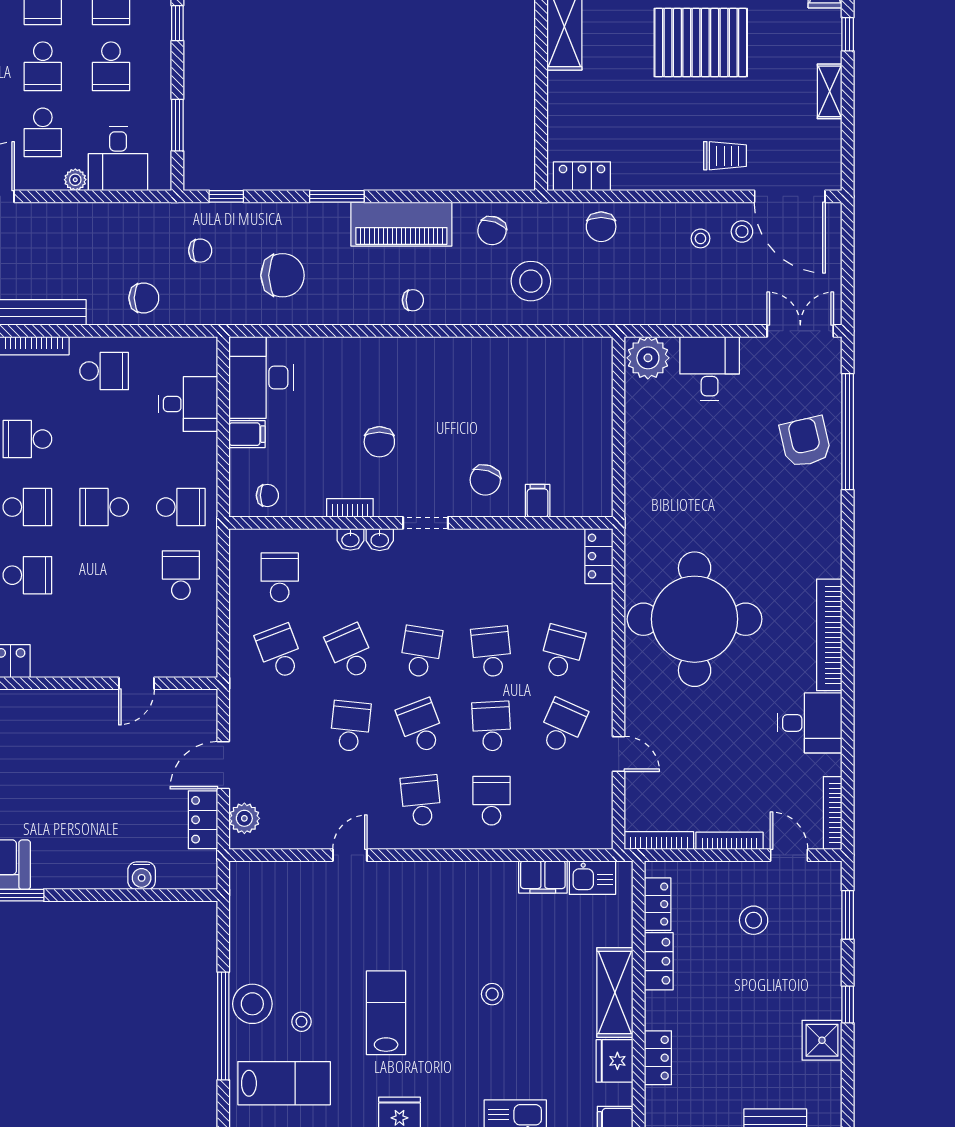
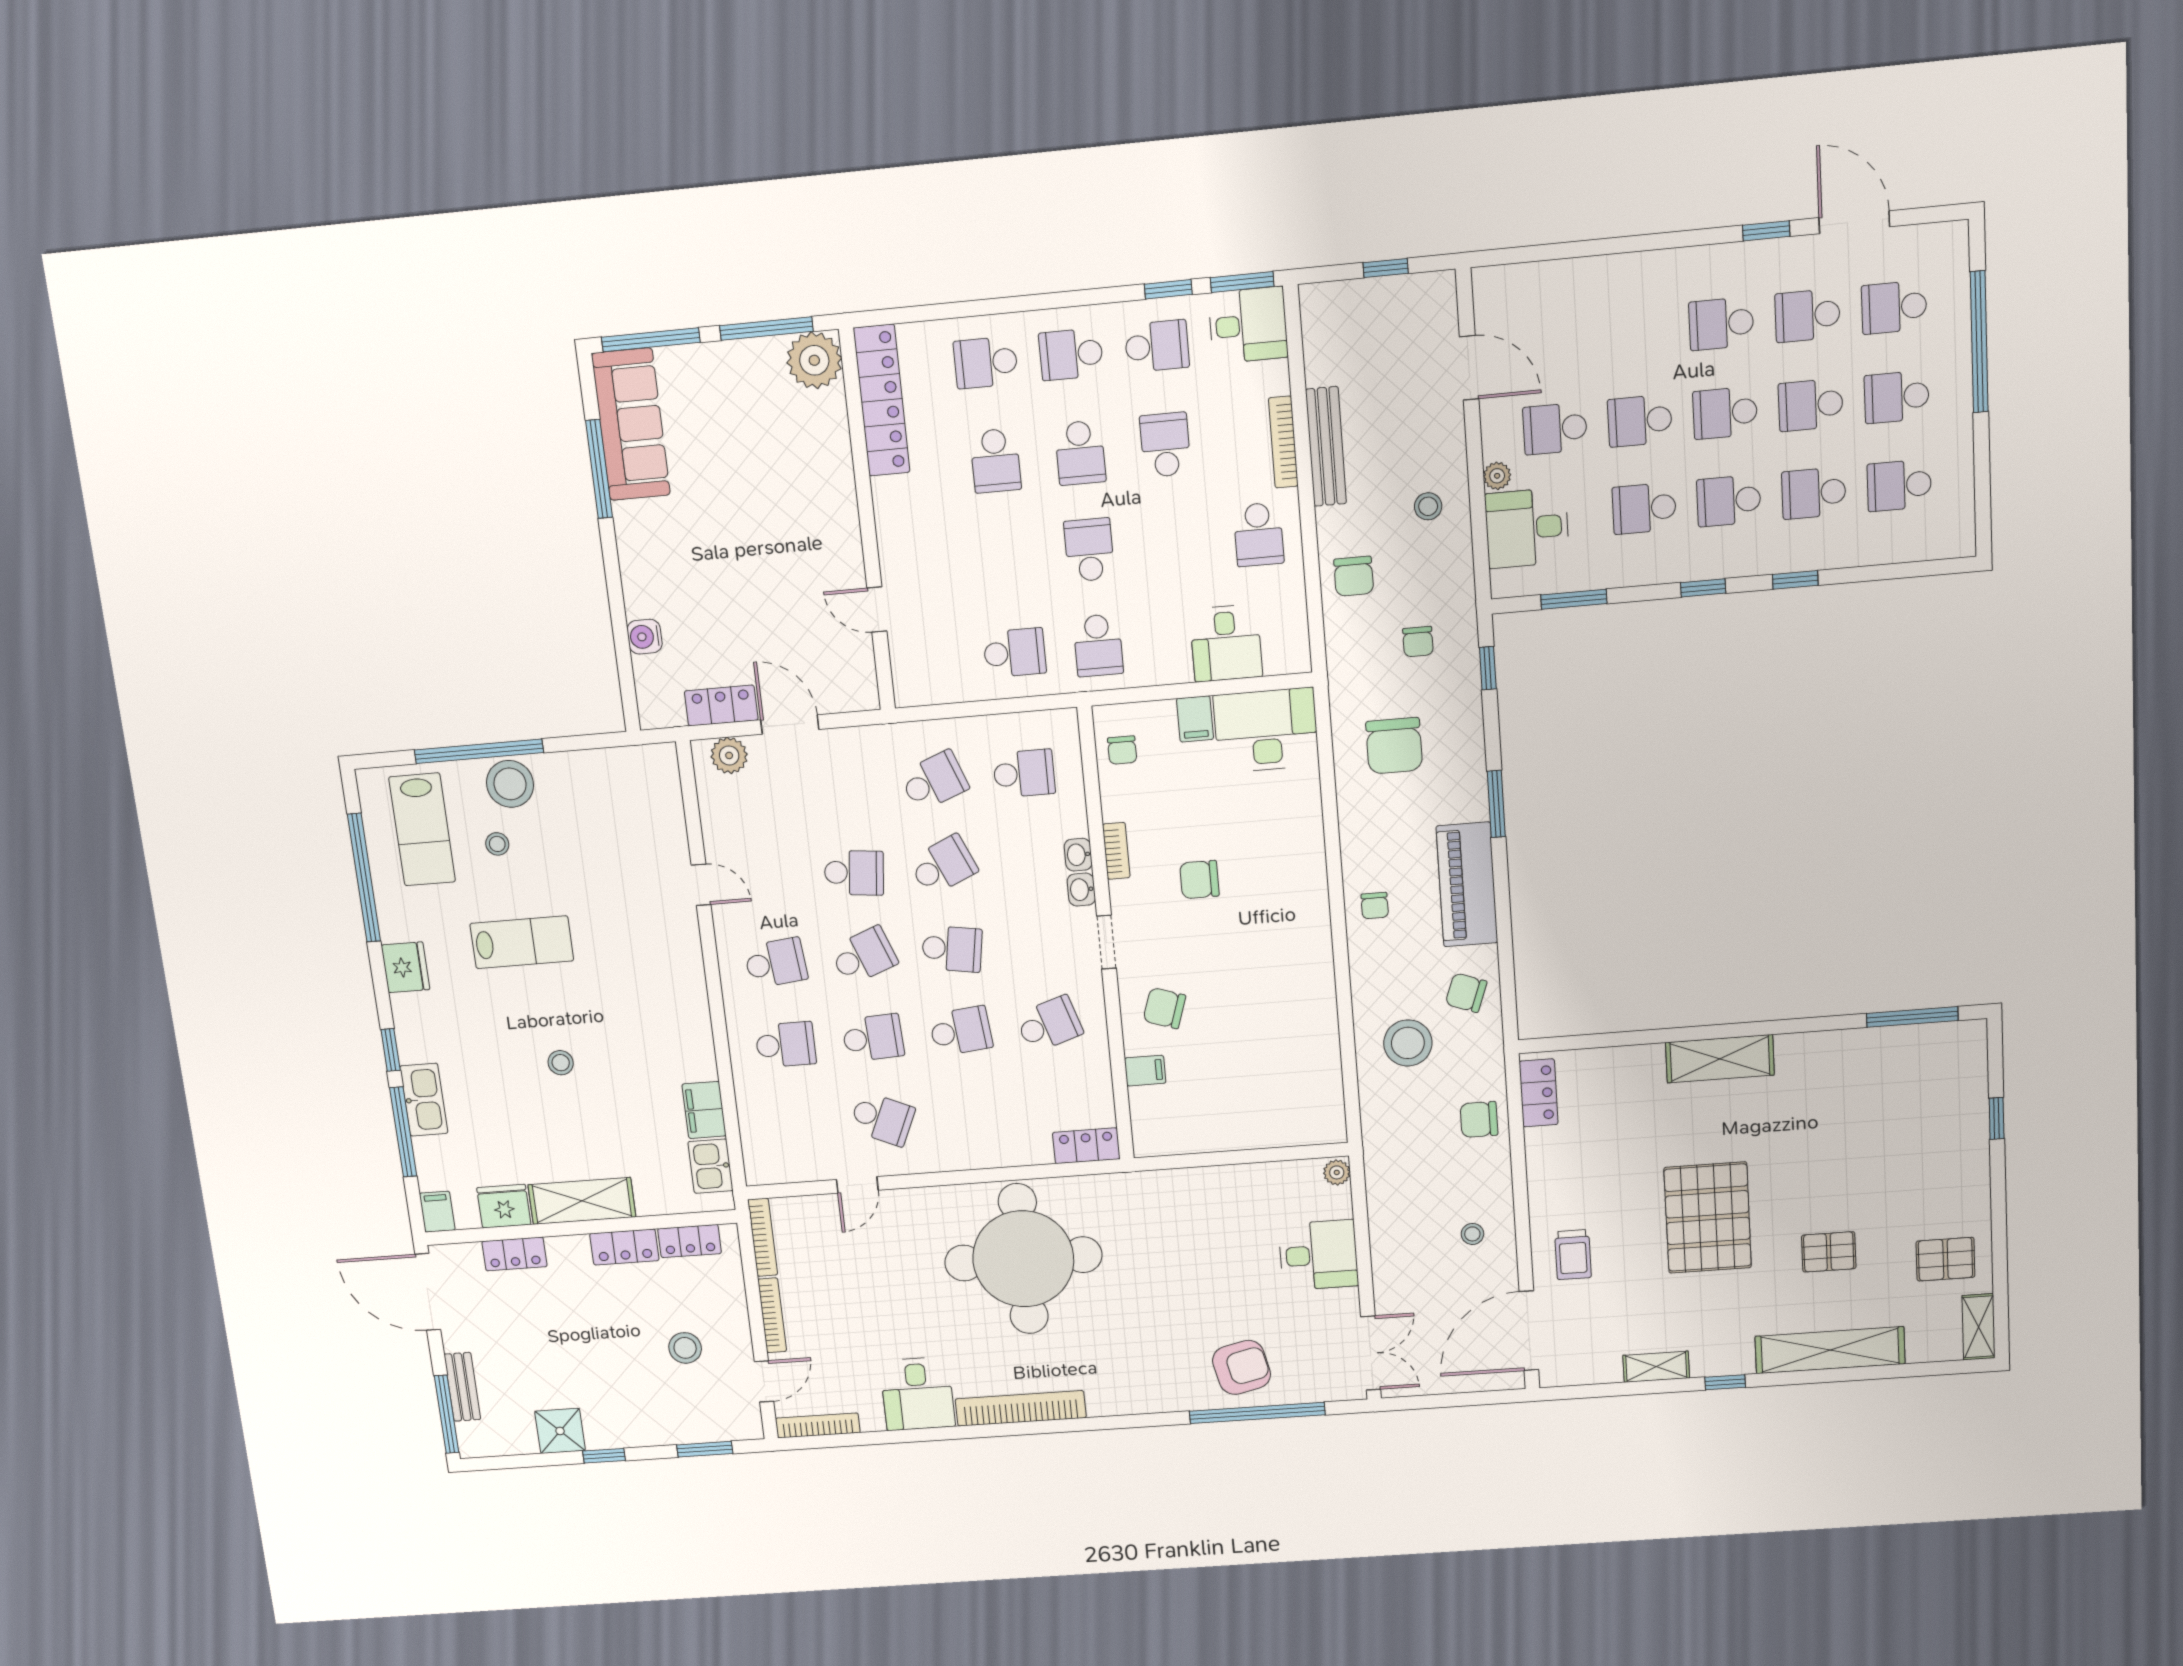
stool: (742, 231) -> (1428, 506), moved
plant: (648, 358) -> (1337, 1172), width x0.53, depth x0.53
school desk: (562, 652) -> (1049, 1024), moved, turned -33

